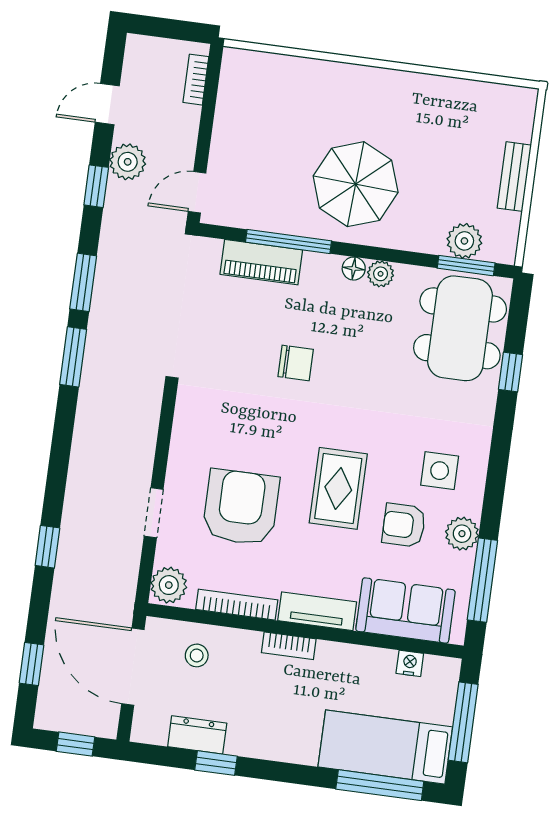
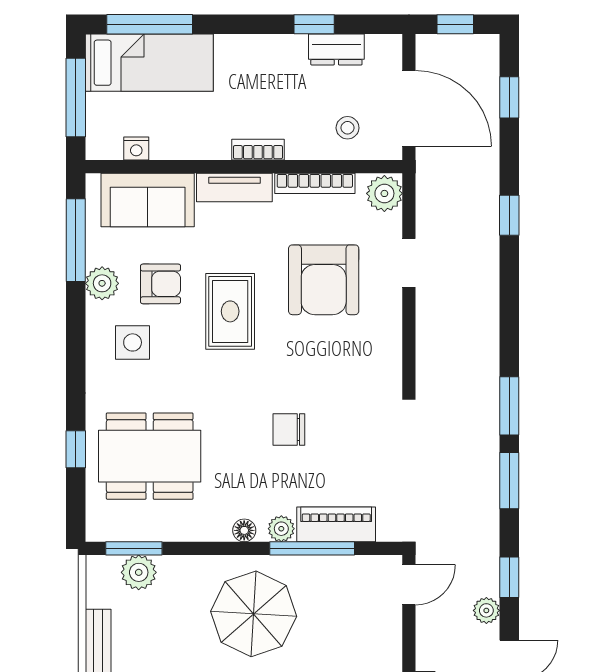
plant: (128, 162) -> (486, 610), width x0.73, depth x0.73
plant: (381, 274) -> (281, 529), moved
dining table: (460, 328) -> (150, 456), moved, turned 90

